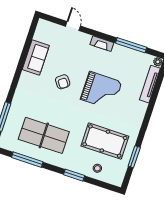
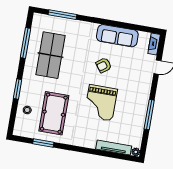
fireplace: (102, 44) -> (154, 44), moved
window: (131, 45) -> (149, 115), moved
sofa: (36, 57) -> (117, 36), width x1.36

